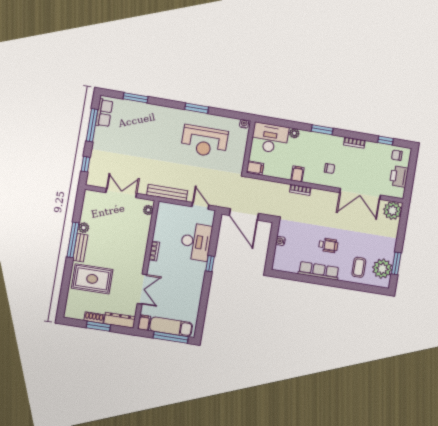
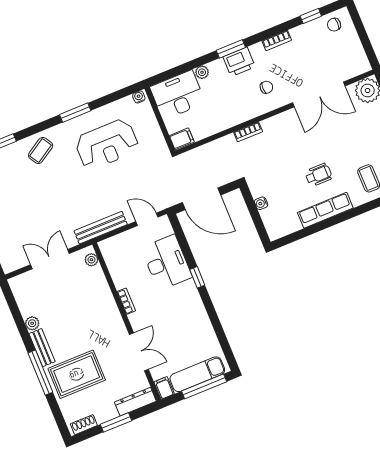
coffee table: (159, 119) -> (41, 150), added
filing cabinet: (297, 174) -> (234, 116), removed
printer: (399, 177) -> (239, 62), moved, turned -90
window: (73, 240) -> (40, 373), moved
shoe rack: (94, 318) -> (84, 425), moved

